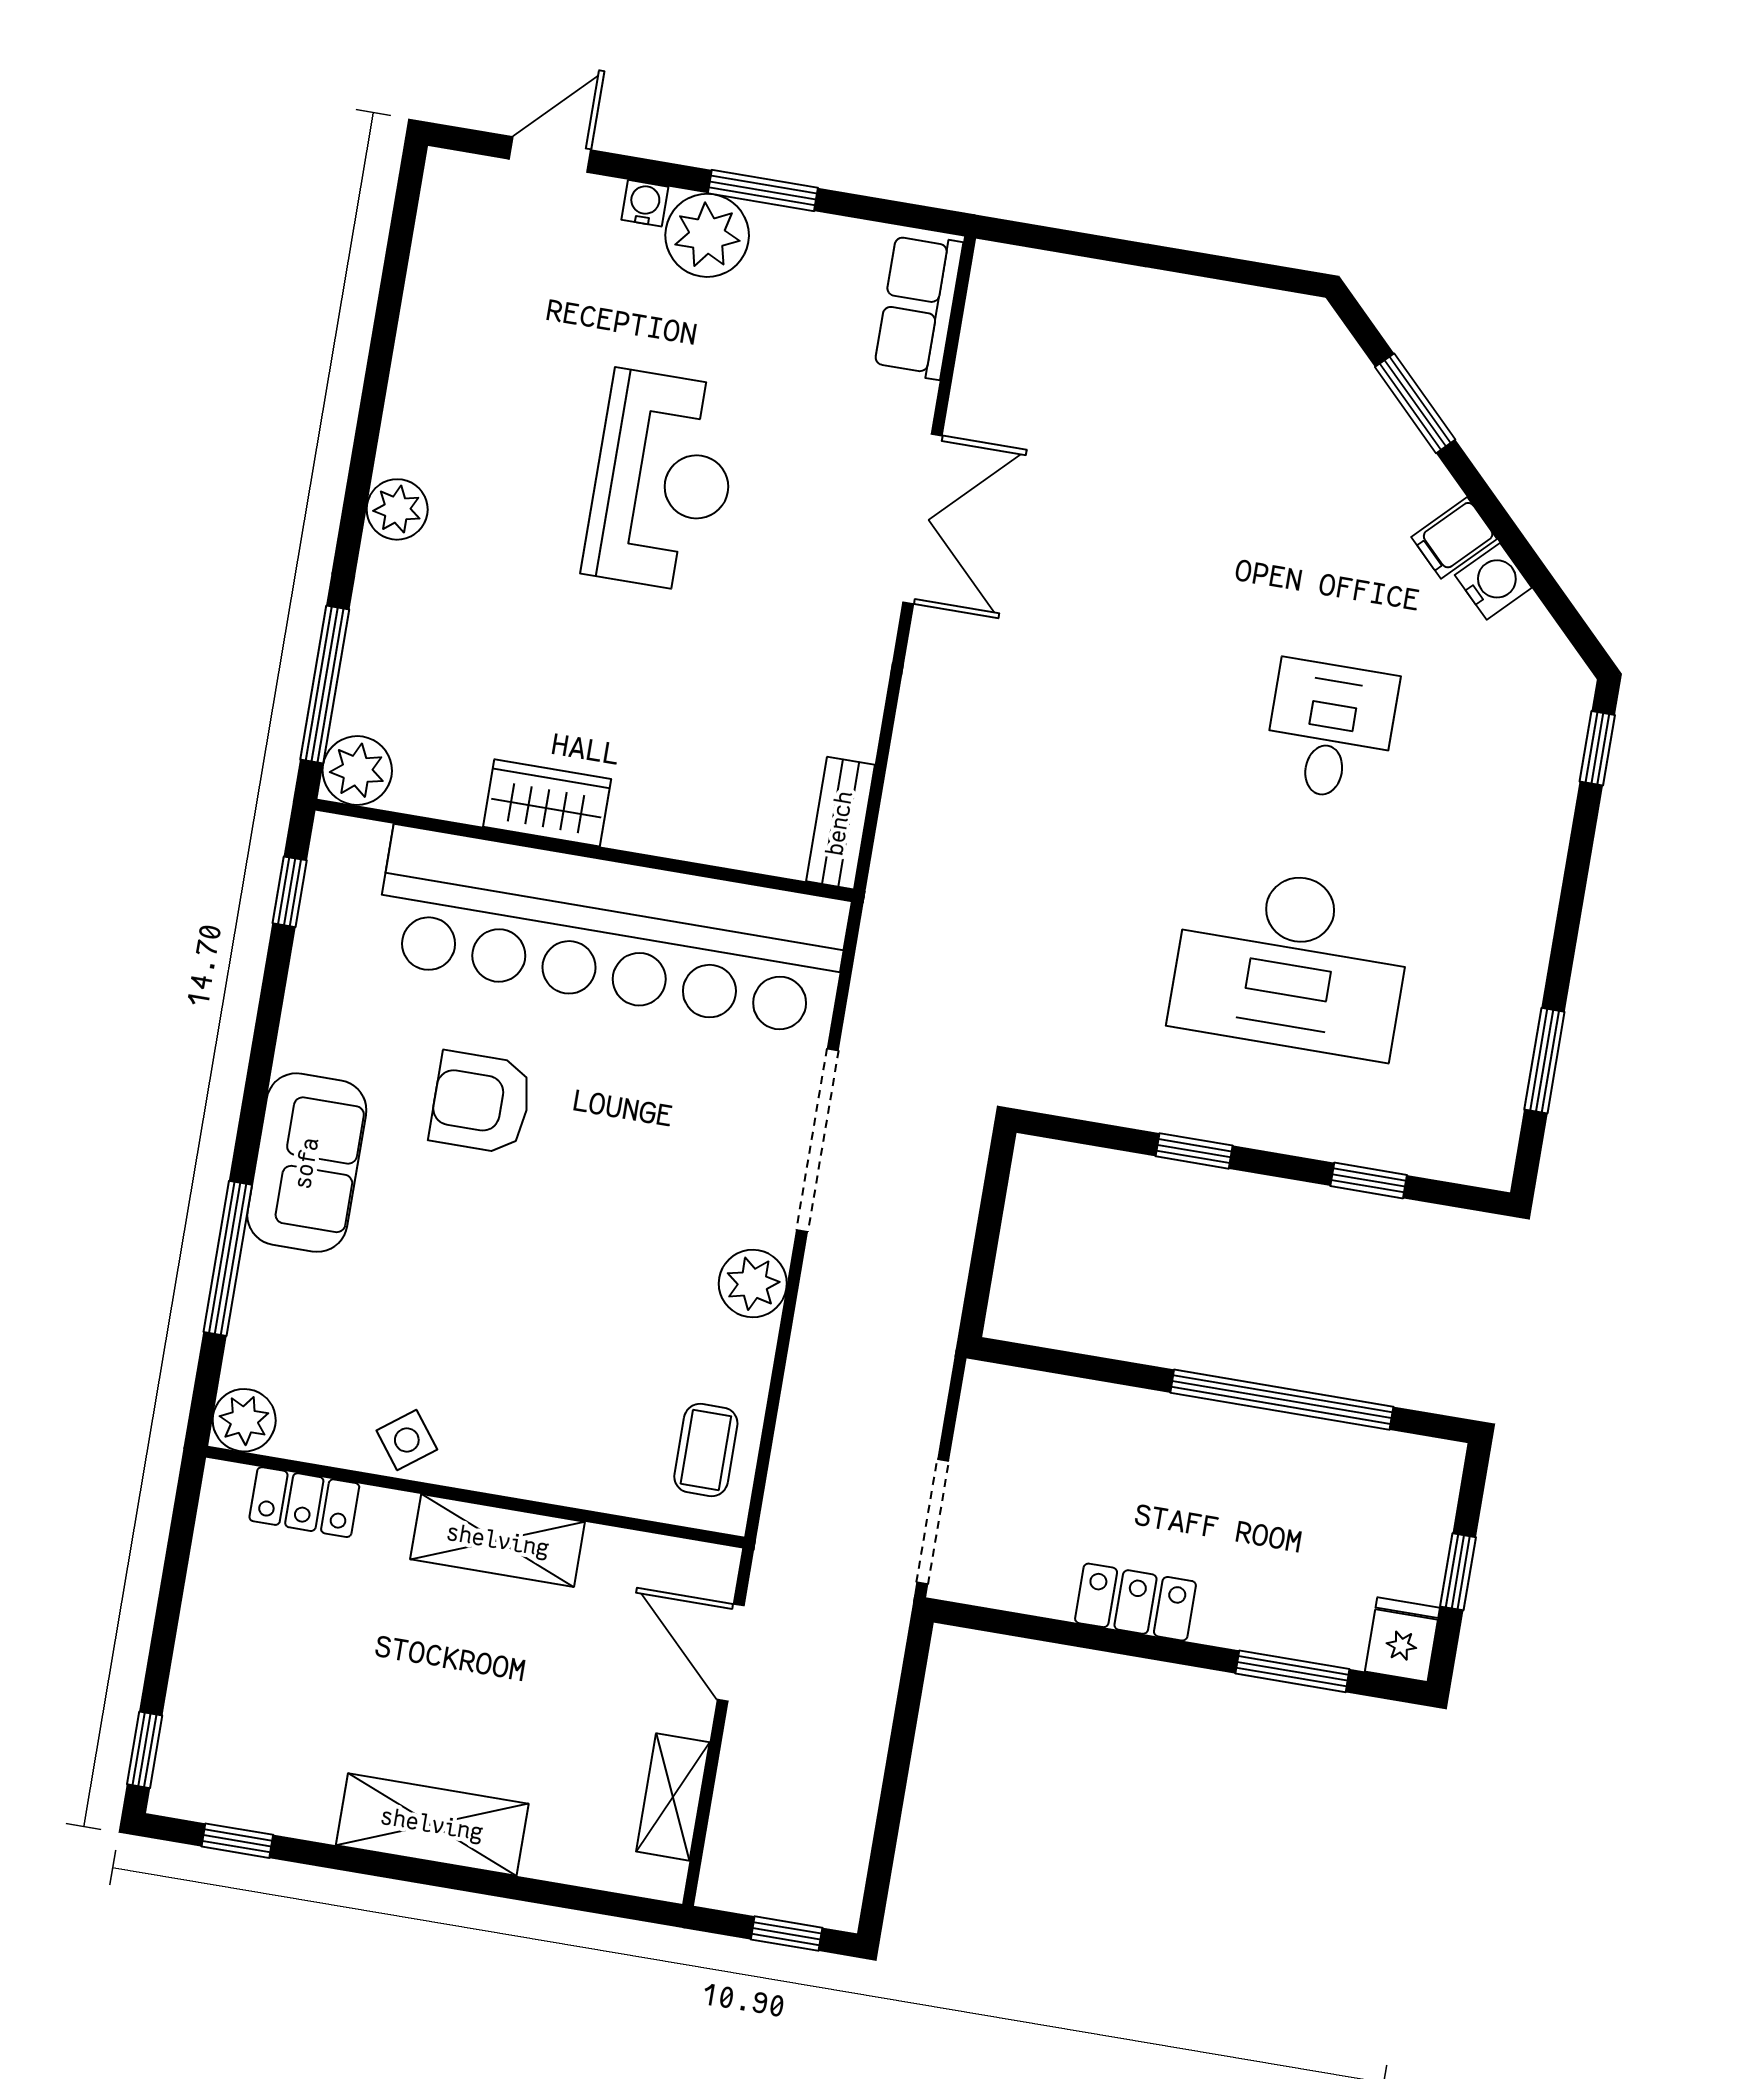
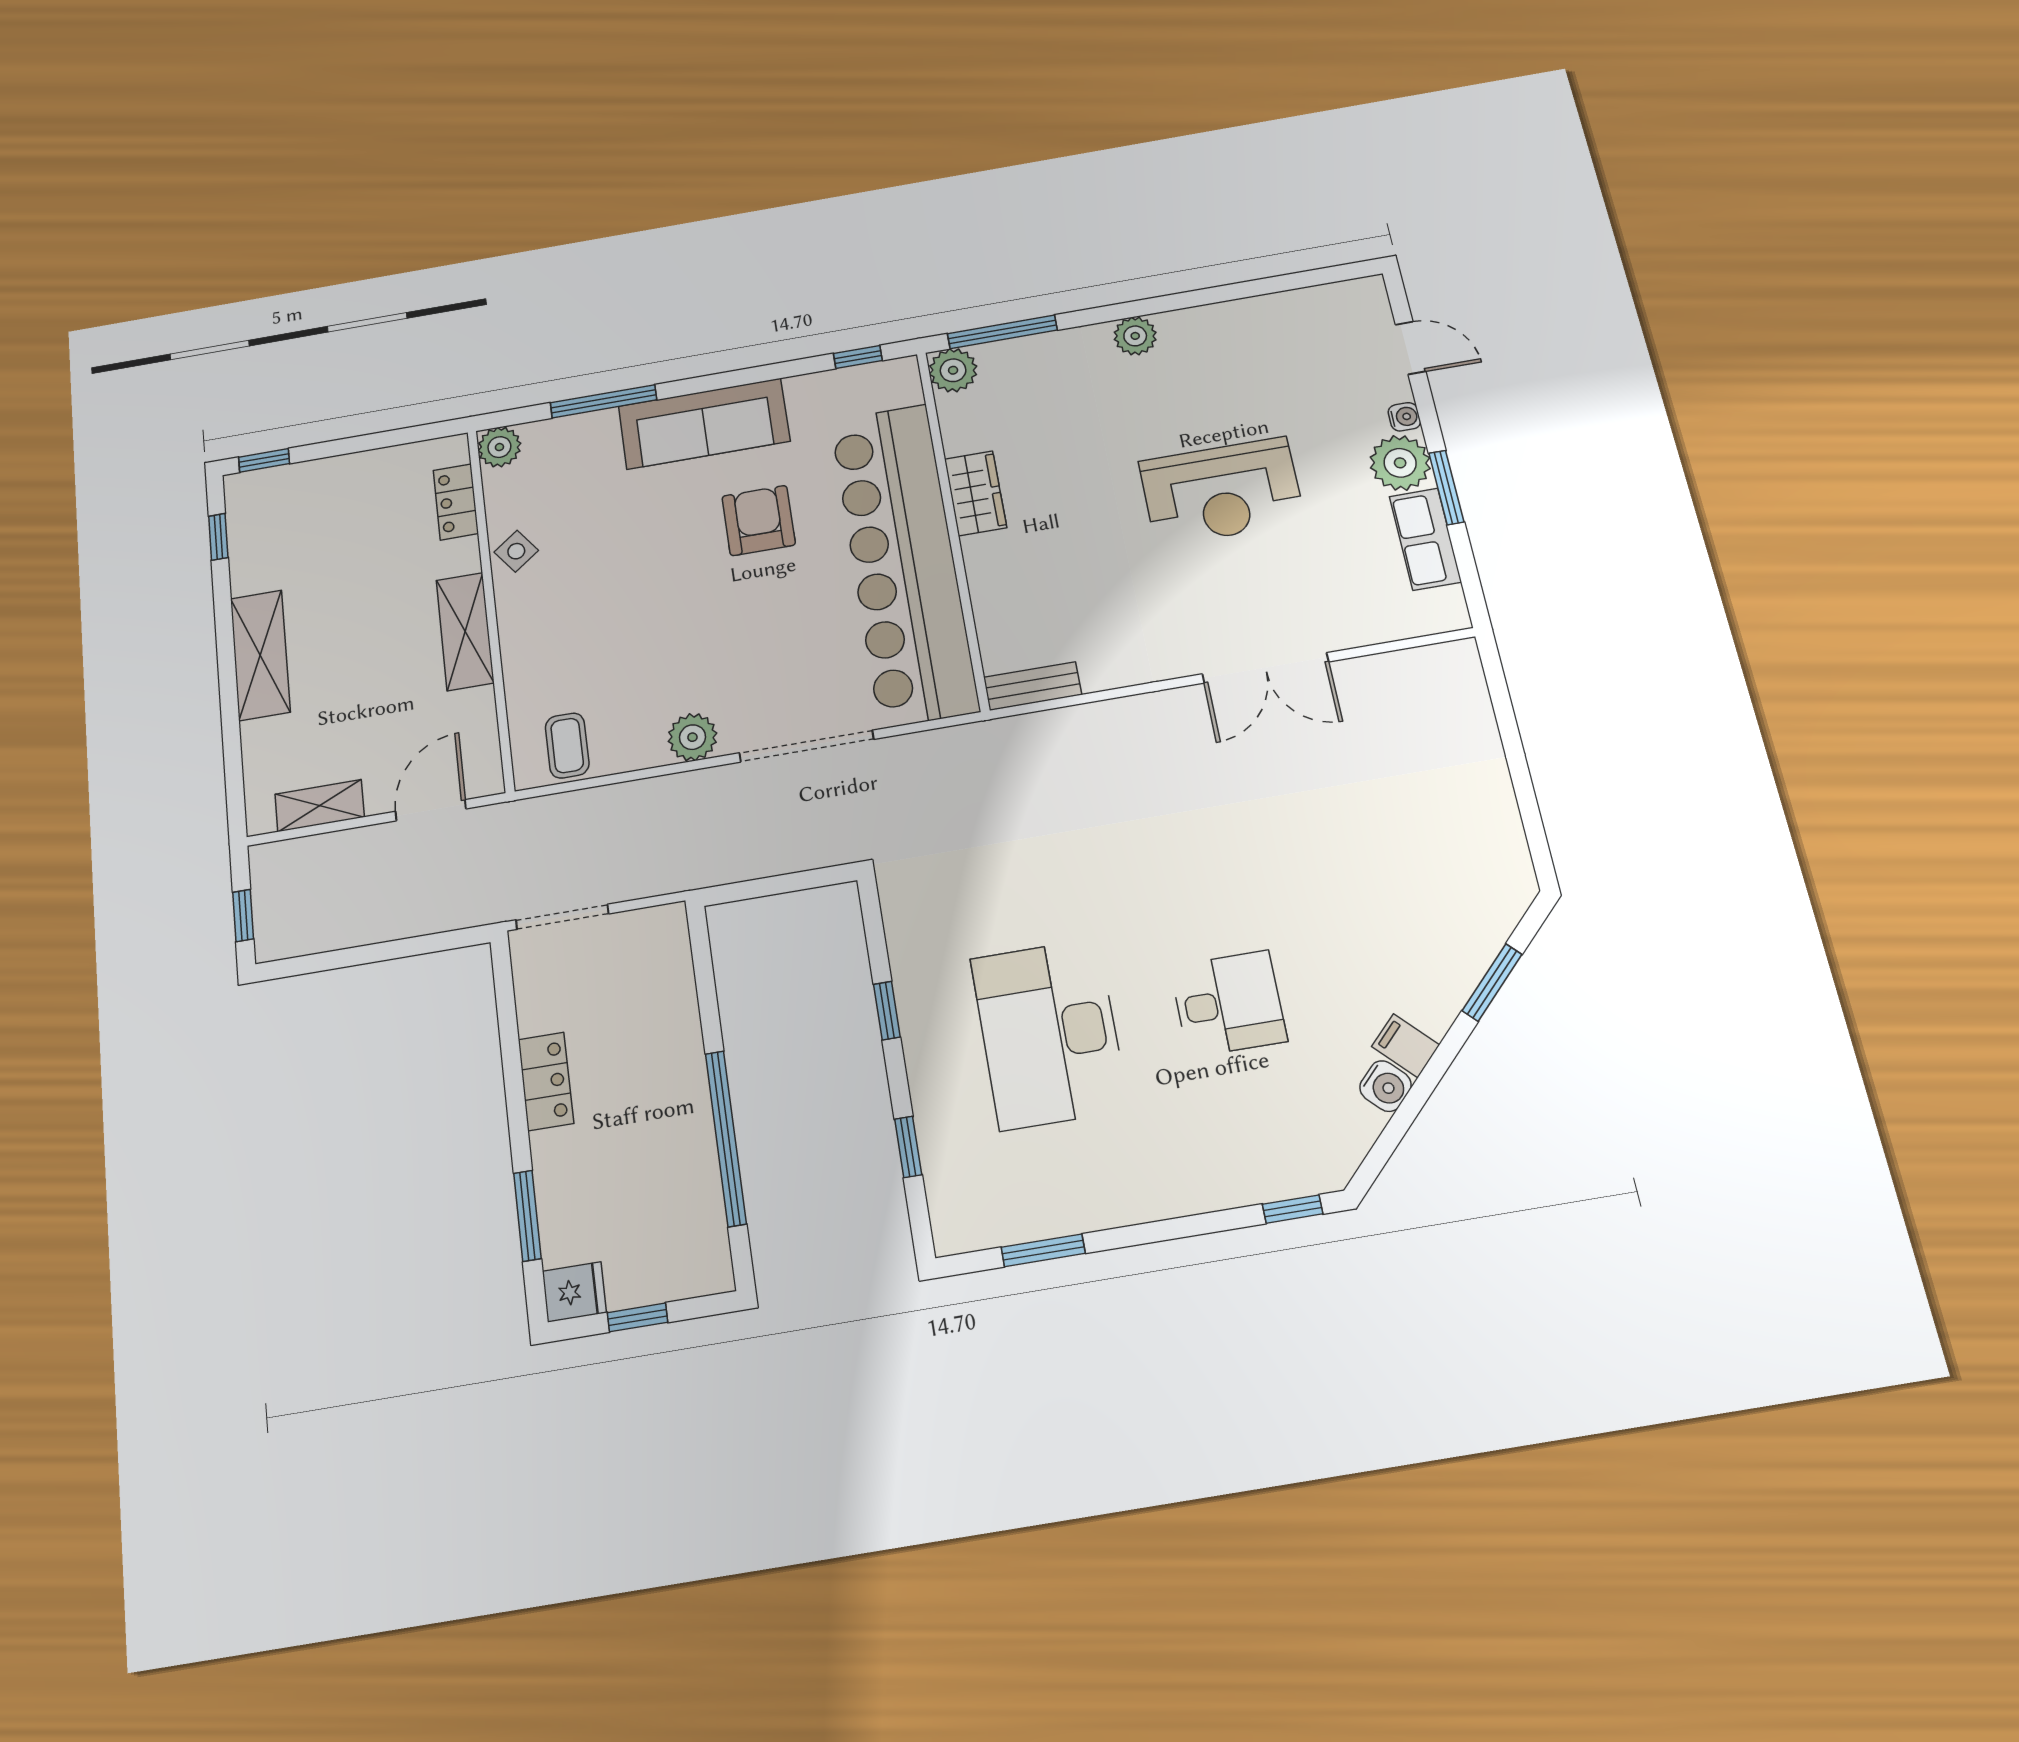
row of seats: (918, 306) -> (1425, 539), moved, turned -90
sofa: (307, 1163) -> (704, 424), width x1.36
coffee table: (706, 1450) -> (567, 746), turned 90

